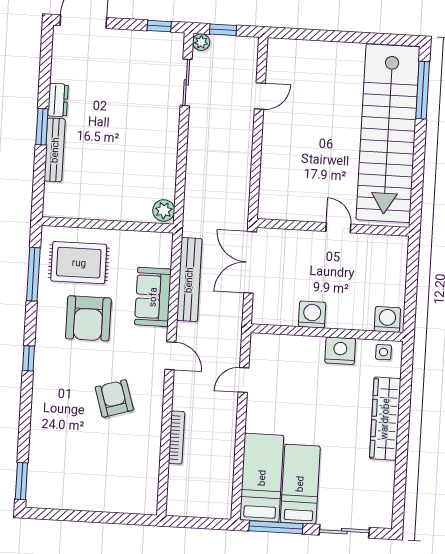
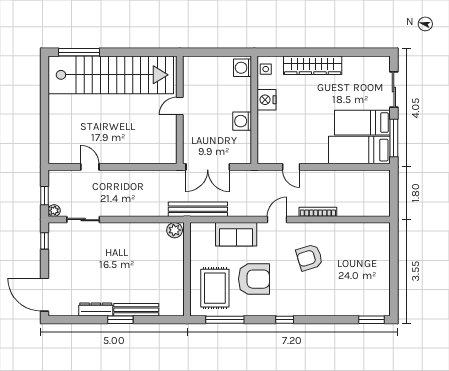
dresser: (58, 100) -> (96, 309), width x1.44
bench: (189, 280) -> (198, 209), moved
bookcase: (177, 438) -> (318, 212), moved

